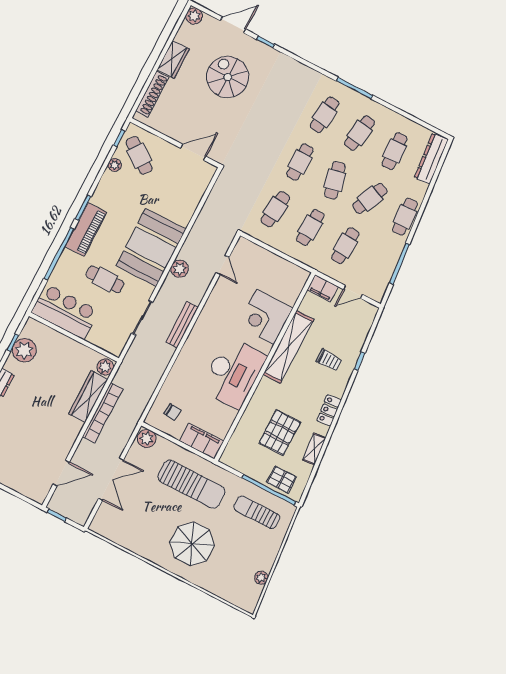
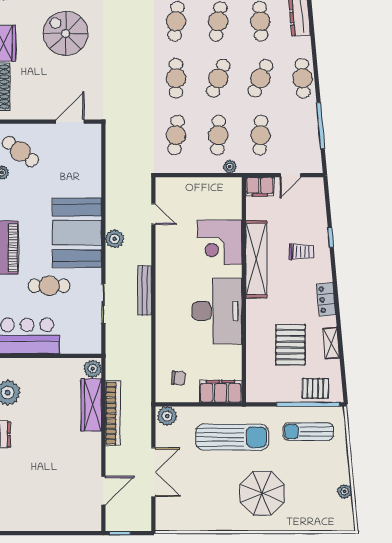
cafe table: (335, 180) -> (218, 78), turned 33
plant: (306, 259) -> (230, 167), added

